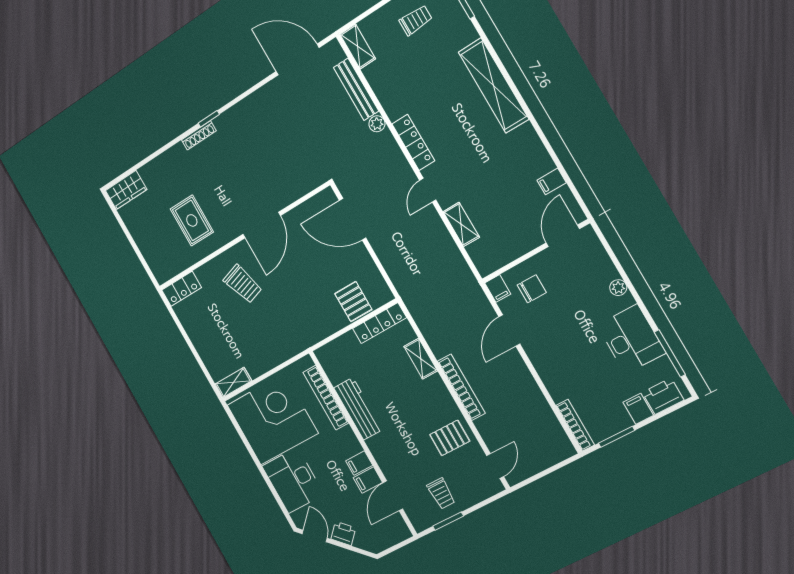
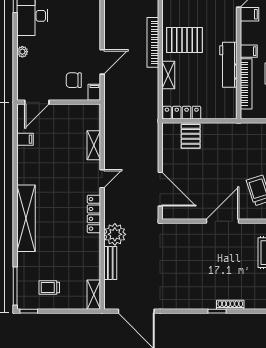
bench: (356, 89) -> (110, 263), width x0.73
plant: (377, 124) -> (115, 234), width x1.87, depth x1.87
pallet: (450, 438) -> (184, 40), moved, width x1.50, depth x1.42
filing cabinet: (359, 463) -> (249, 51), moved

